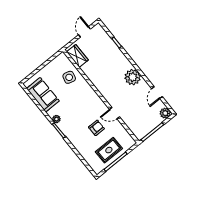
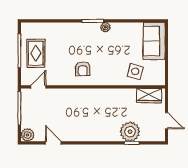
plant: (133, 77) -> (130, 132), moved
sofa: (43, 95) -> (154, 41), moved, turned 90
door: (115, 113) -> (38, 87), moved
armchair: (96, 128) -> (83, 69), moved

